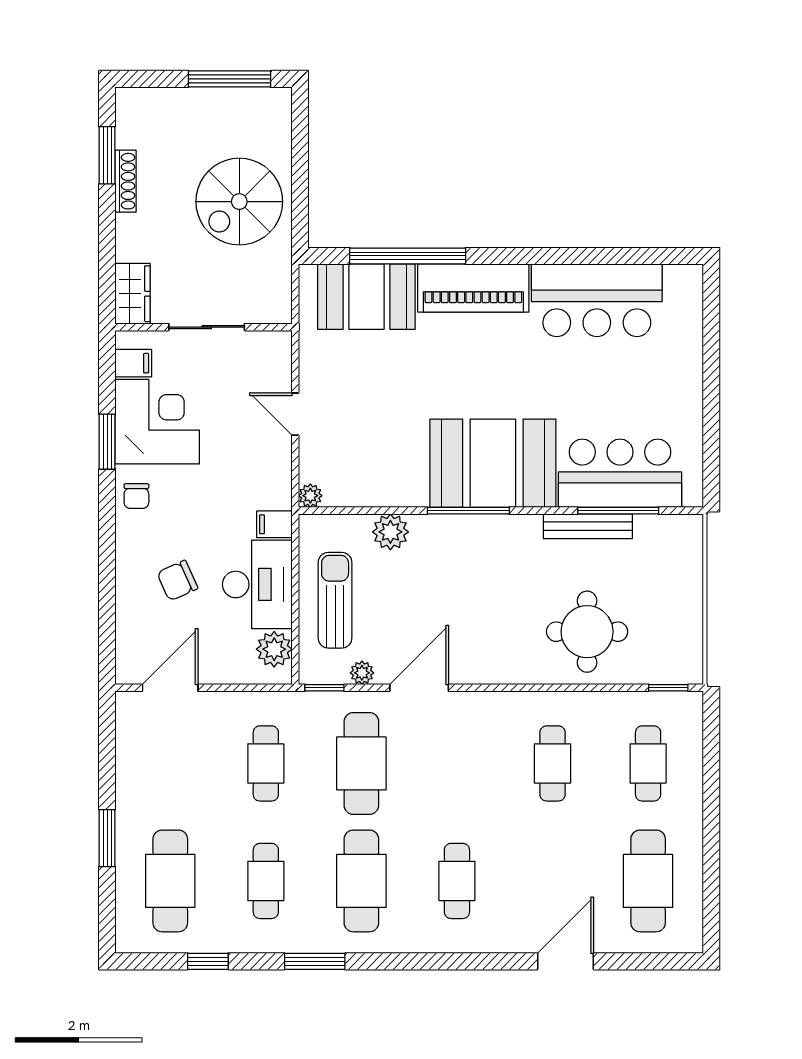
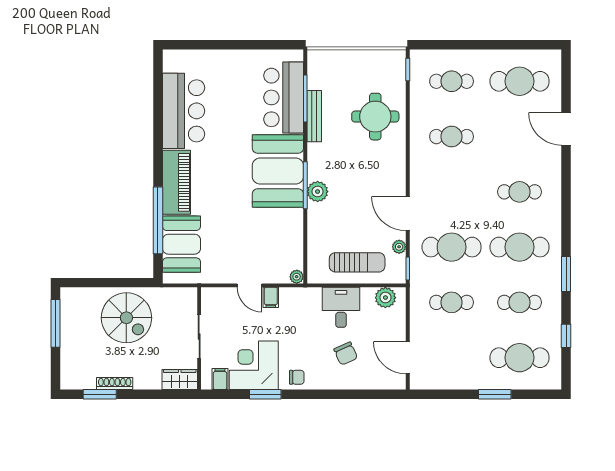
door: (295, 414) -> (249, 285), hinge flipped
filing cabinet: (274, 524) -> (271, 297), moved
plant: (390, 532) -> (318, 192), moved
desk: (257, 584) -> (341, 307), width x0.73
sun lounger: (335, 600) -> (357, 262), turned 180

